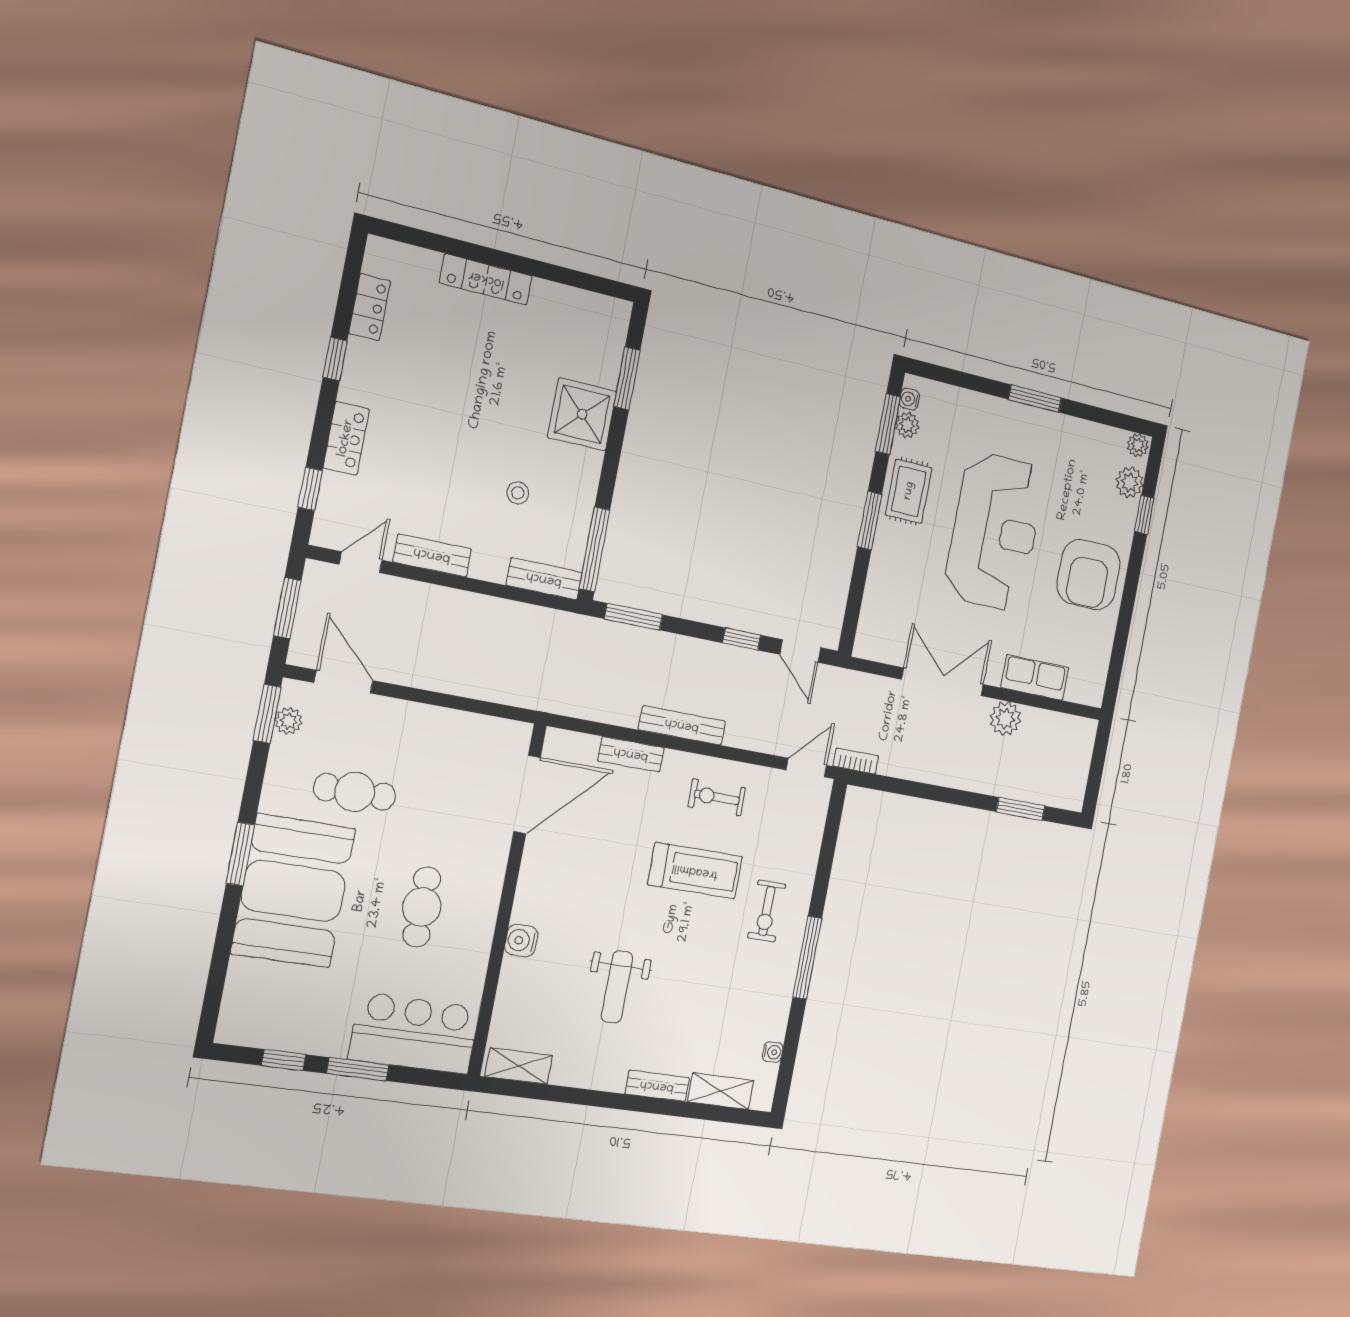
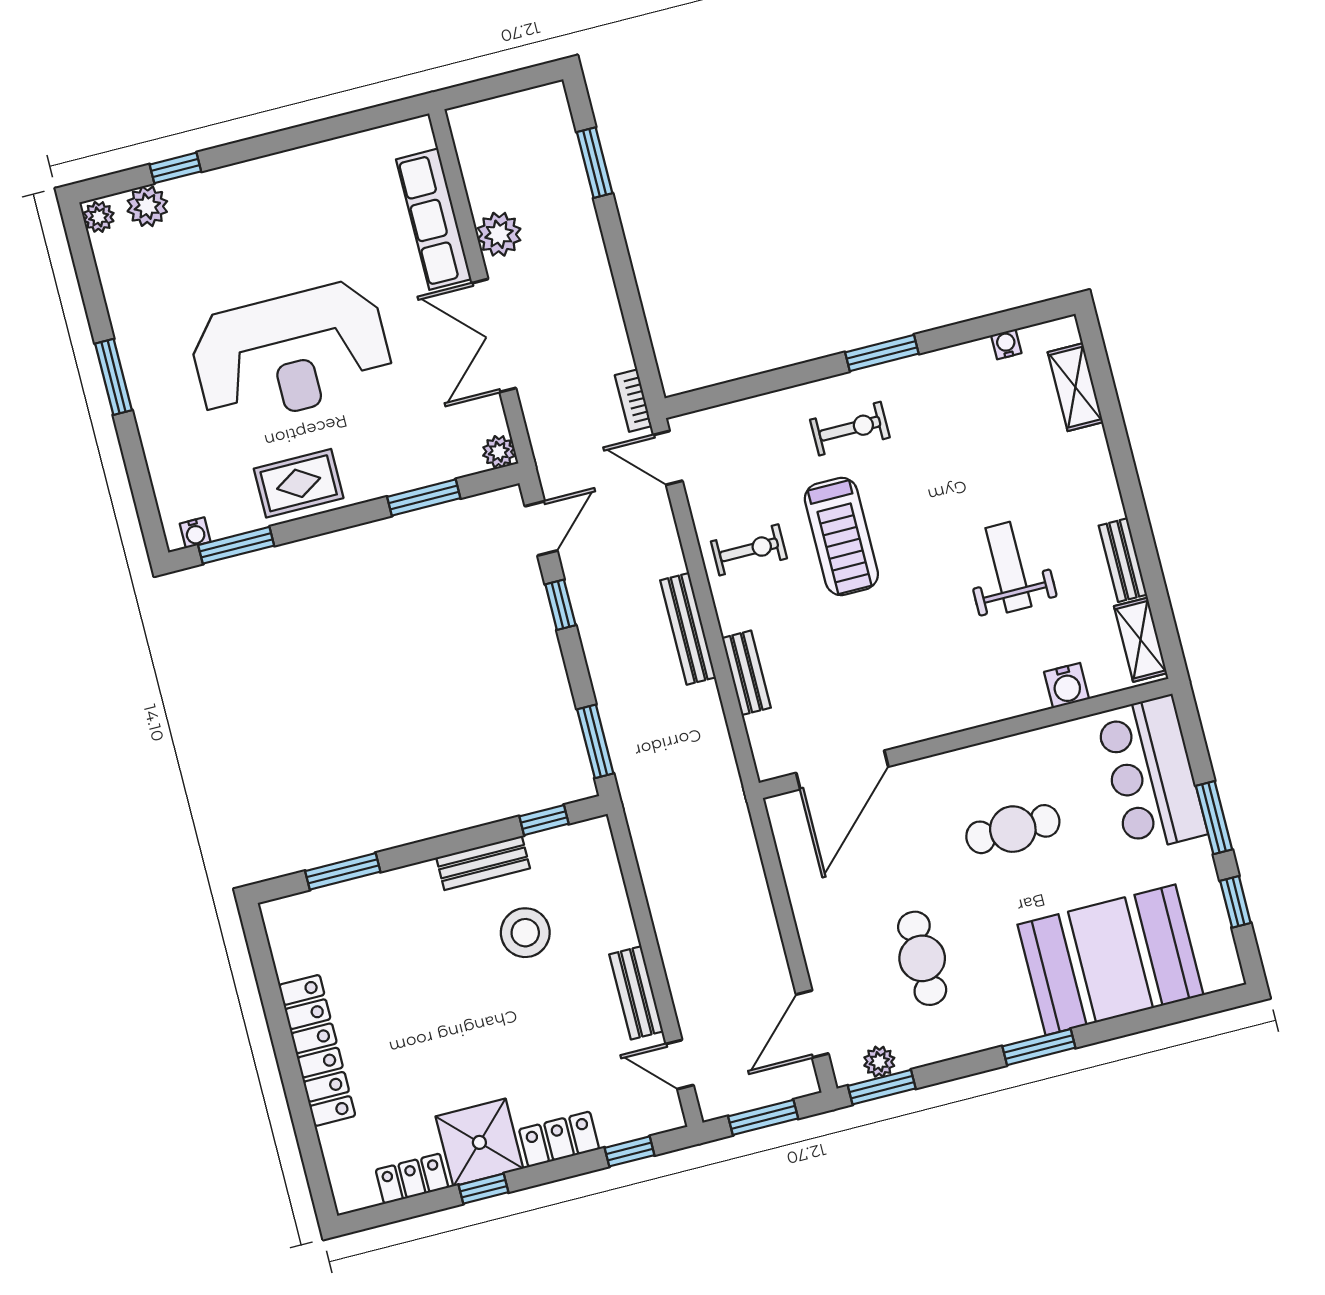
locker: (486, 279) -> (317, 1050), width x1.41, depth x1.21
shower: (582, 414) -> (479, 1142), moved
plant: (907, 425) -> (499, 452), moved
stool: (518, 493) -> (525, 933), width x1.89, depth x1.89
window: (870, 520) -> (424, 498), moved
reception desk: (995, 532) -> (291, 353), turned 180
window: (594, 549) -> (544, 820), width x0.46
armchair: (1089, 575) -> (281, 207), removed
bench: (544, 579) -> (483, 863), moved, turned 90
row of seats: (1035, 677) -> (434, 219), width x1.48
door: (527, 795) -> (842, 770), swing flipped
exercise bike: (717, 797) -> (749, 550), turned -90
treadmill: (695, 871) -> (841, 536), turned 180
booth: (293, 891) -> (1110, 960), moved
water cooler: (521, 941) -> (1067, 685), moved
window: (807, 958) -> (882, 353), width x0.69
weight bench: (617, 987) -> (1008, 567), turned -90
bench: (657, 1086) -> (1123, 560), moved

